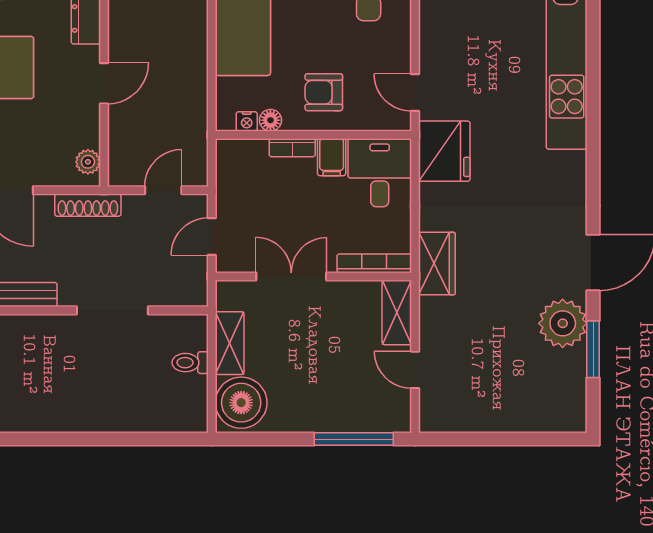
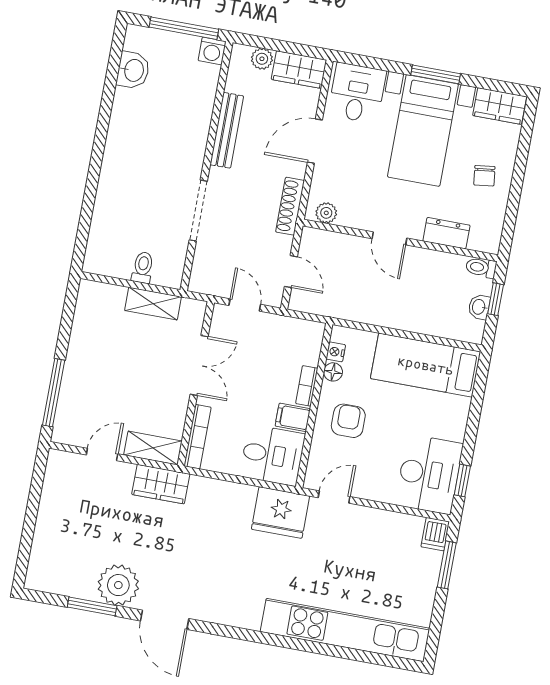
wardrobe: (437, 264) -> (161, 484), moved
boiler: (241, 403) -> (101, 304), removed

